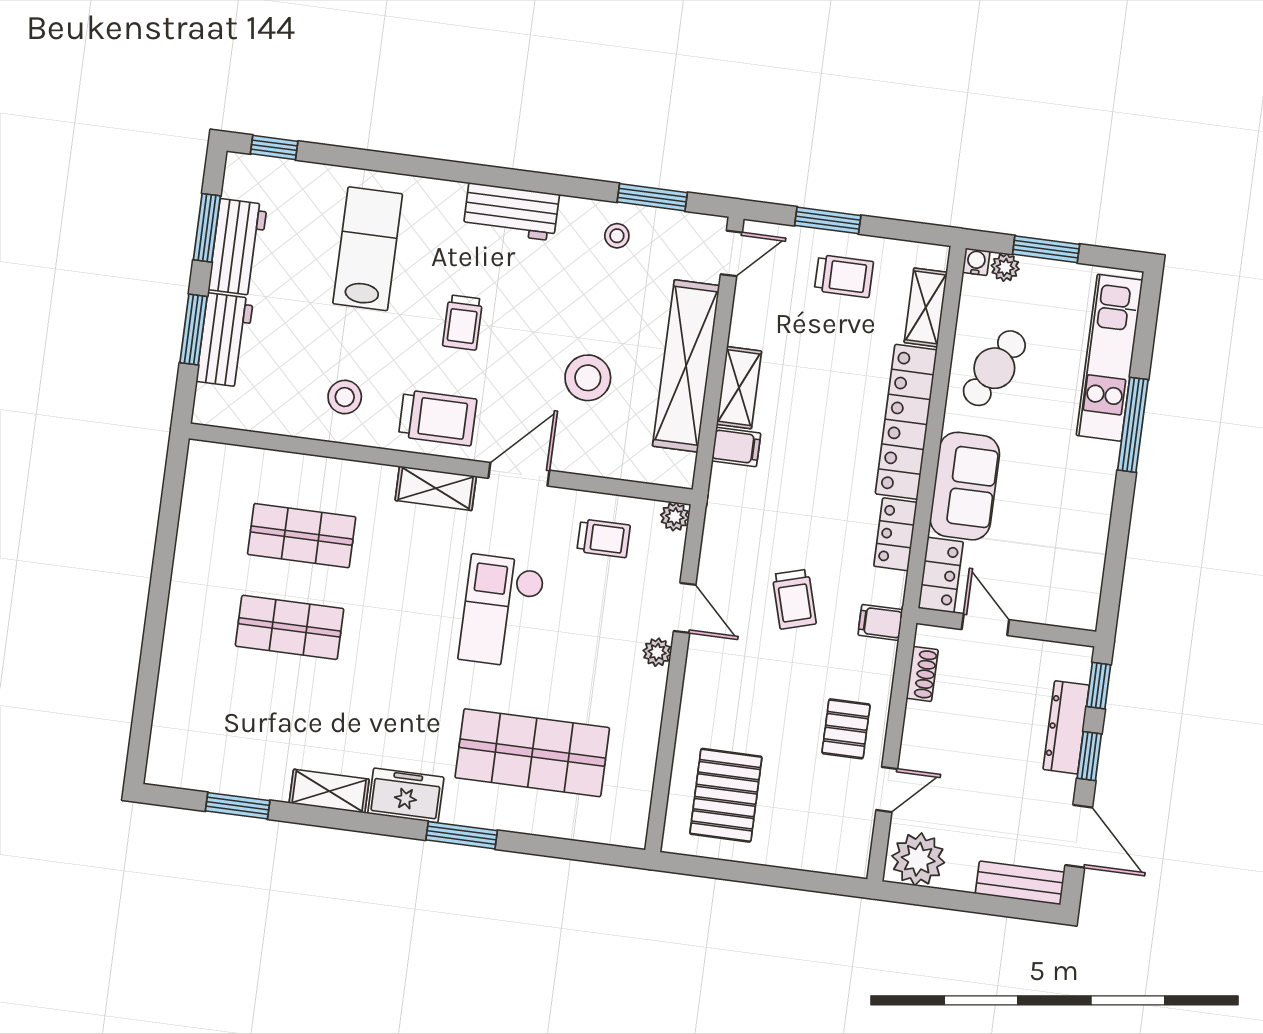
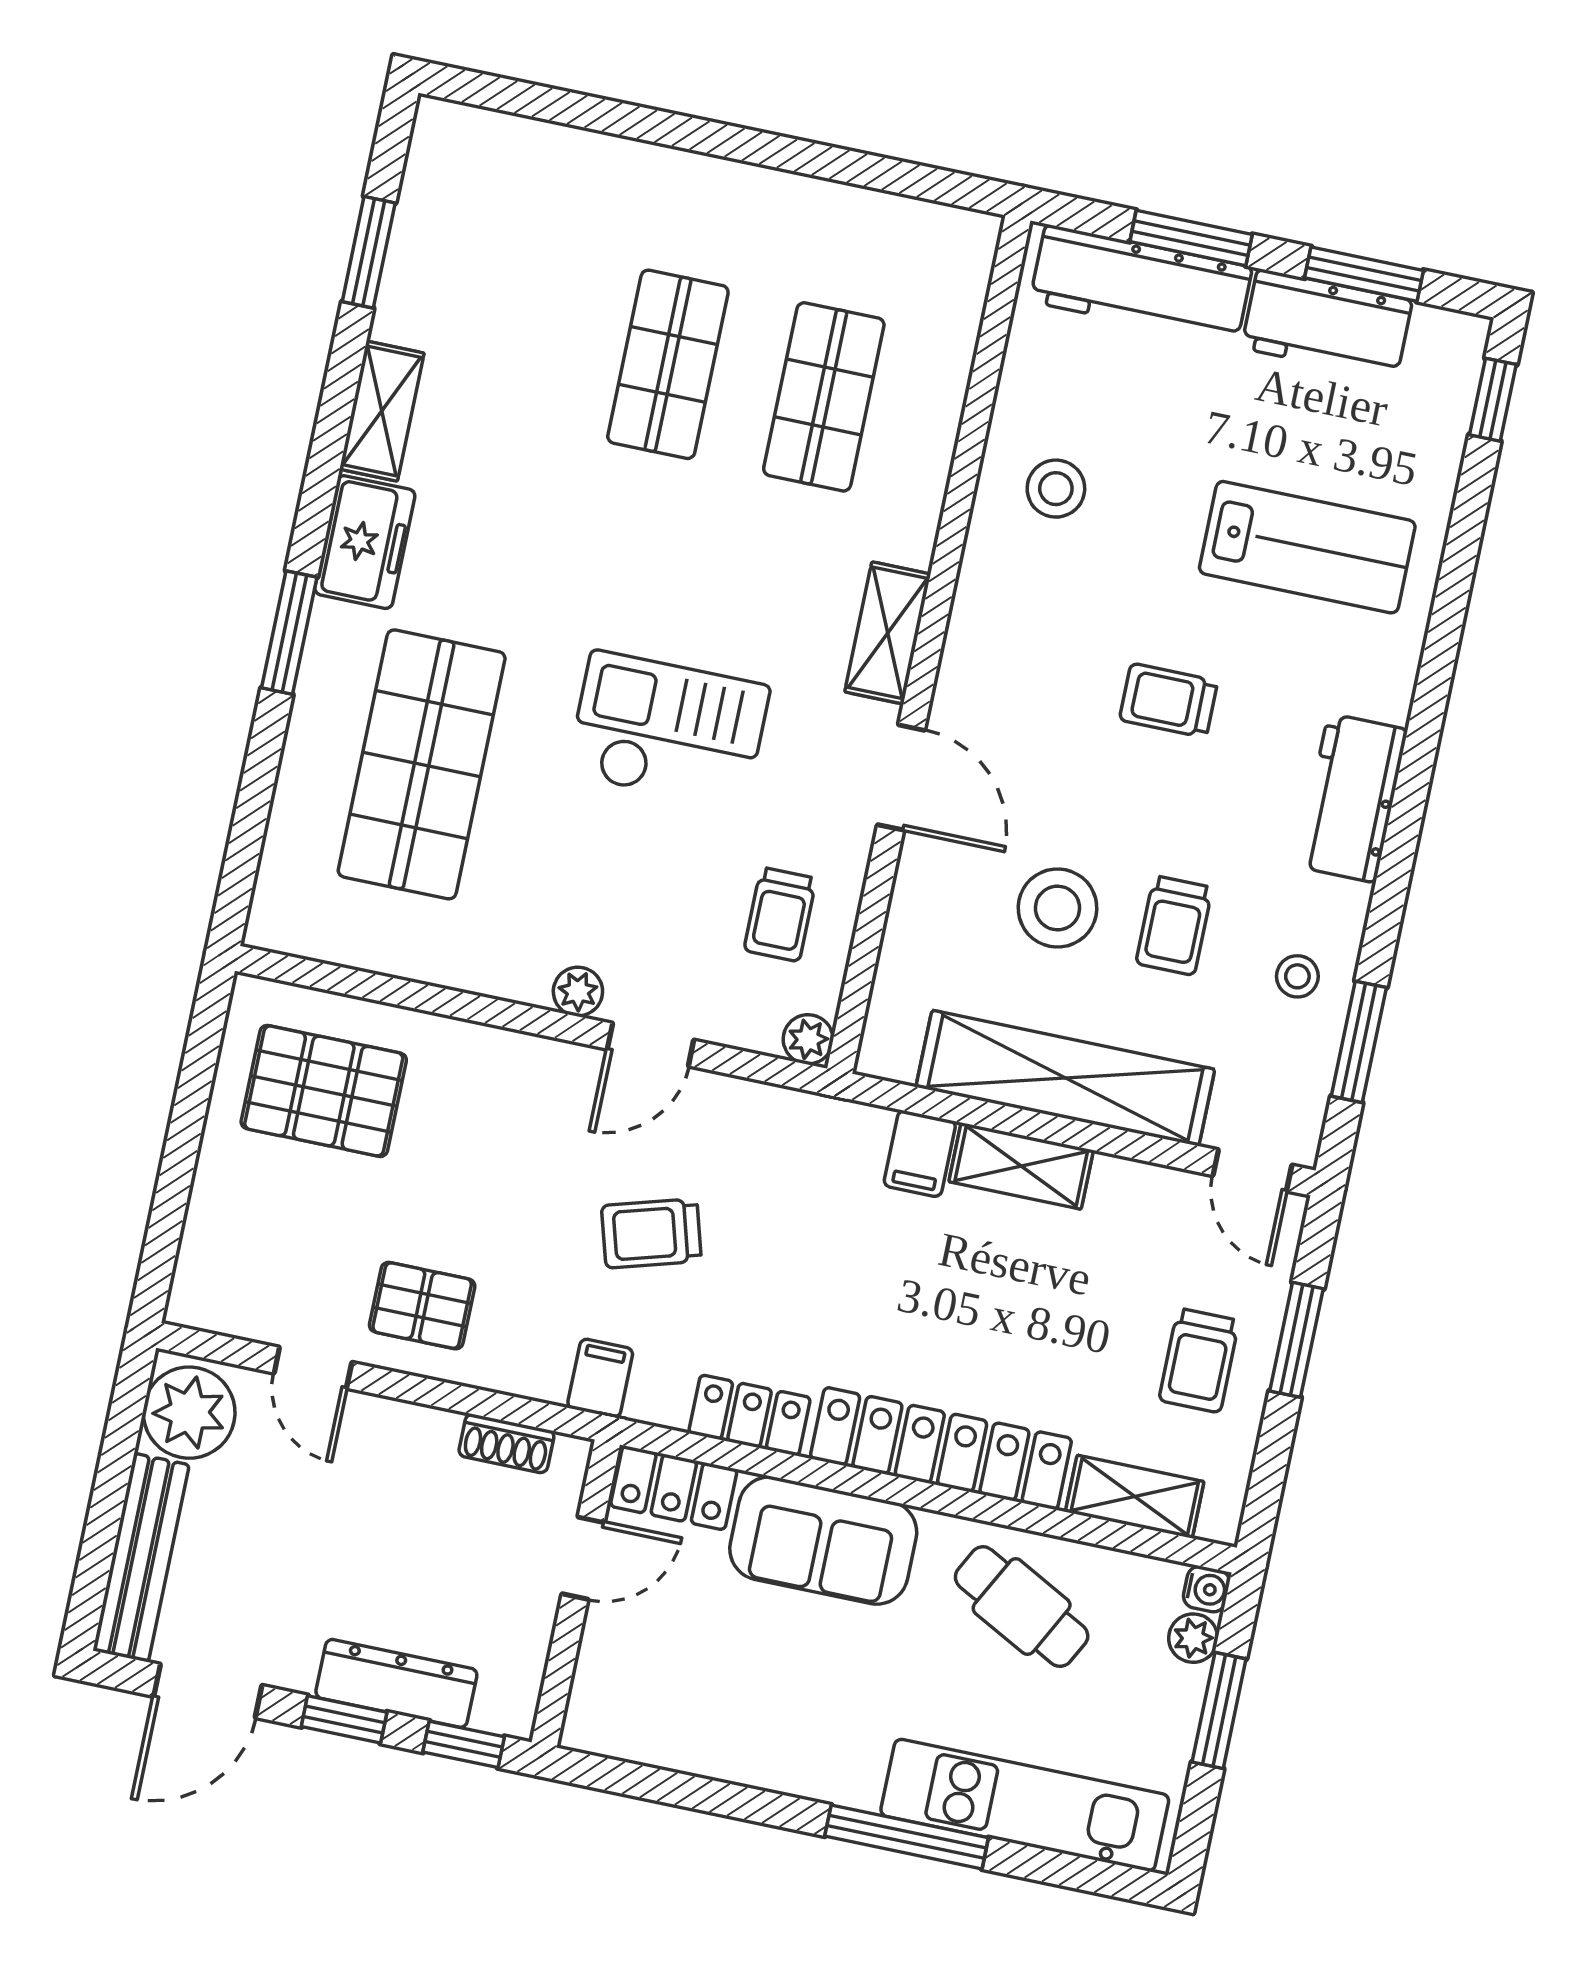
workbench: (225, 340) -> (1141, 284), width x1.38
trolley: (438, 418) -> (1174, 926), moved, width x0.73, depth x0.72
bench: (1020, 883) -> (141, 1558), width x1.36

